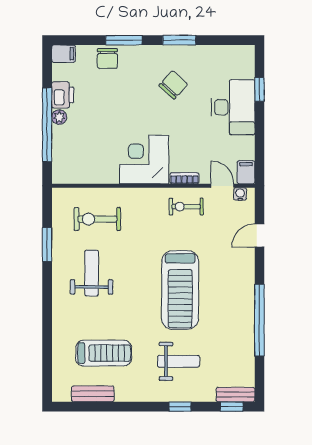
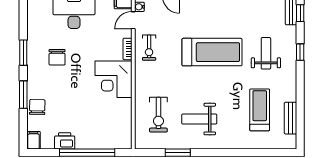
chair: (107, 59) -> (37, 107), turned -89
chair: (173, 85) -> (57, 57), turned -132
plant: (59, 117) -> (81, 143), removed

